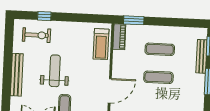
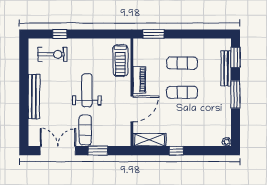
piano: (119, 37) -> (139, 80), moved
weight bench: (55, 71) -> (87, 90), moved

